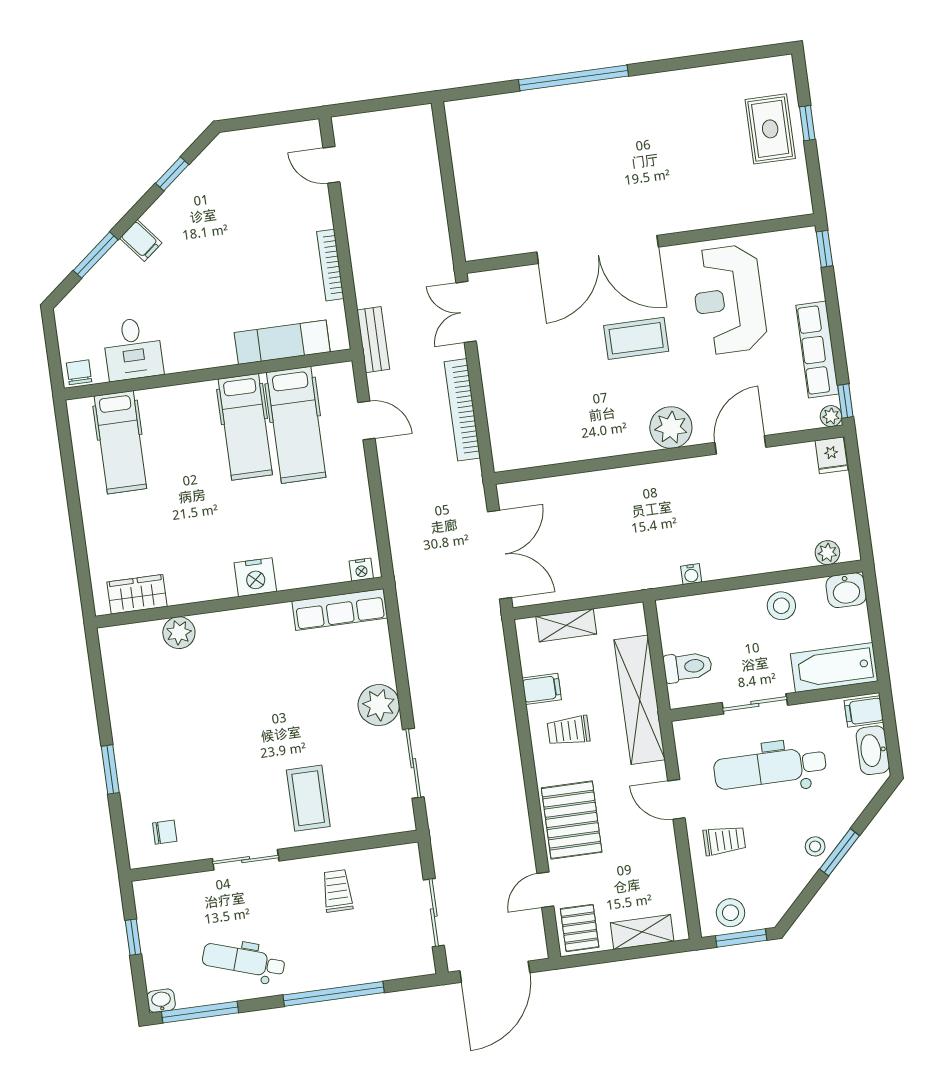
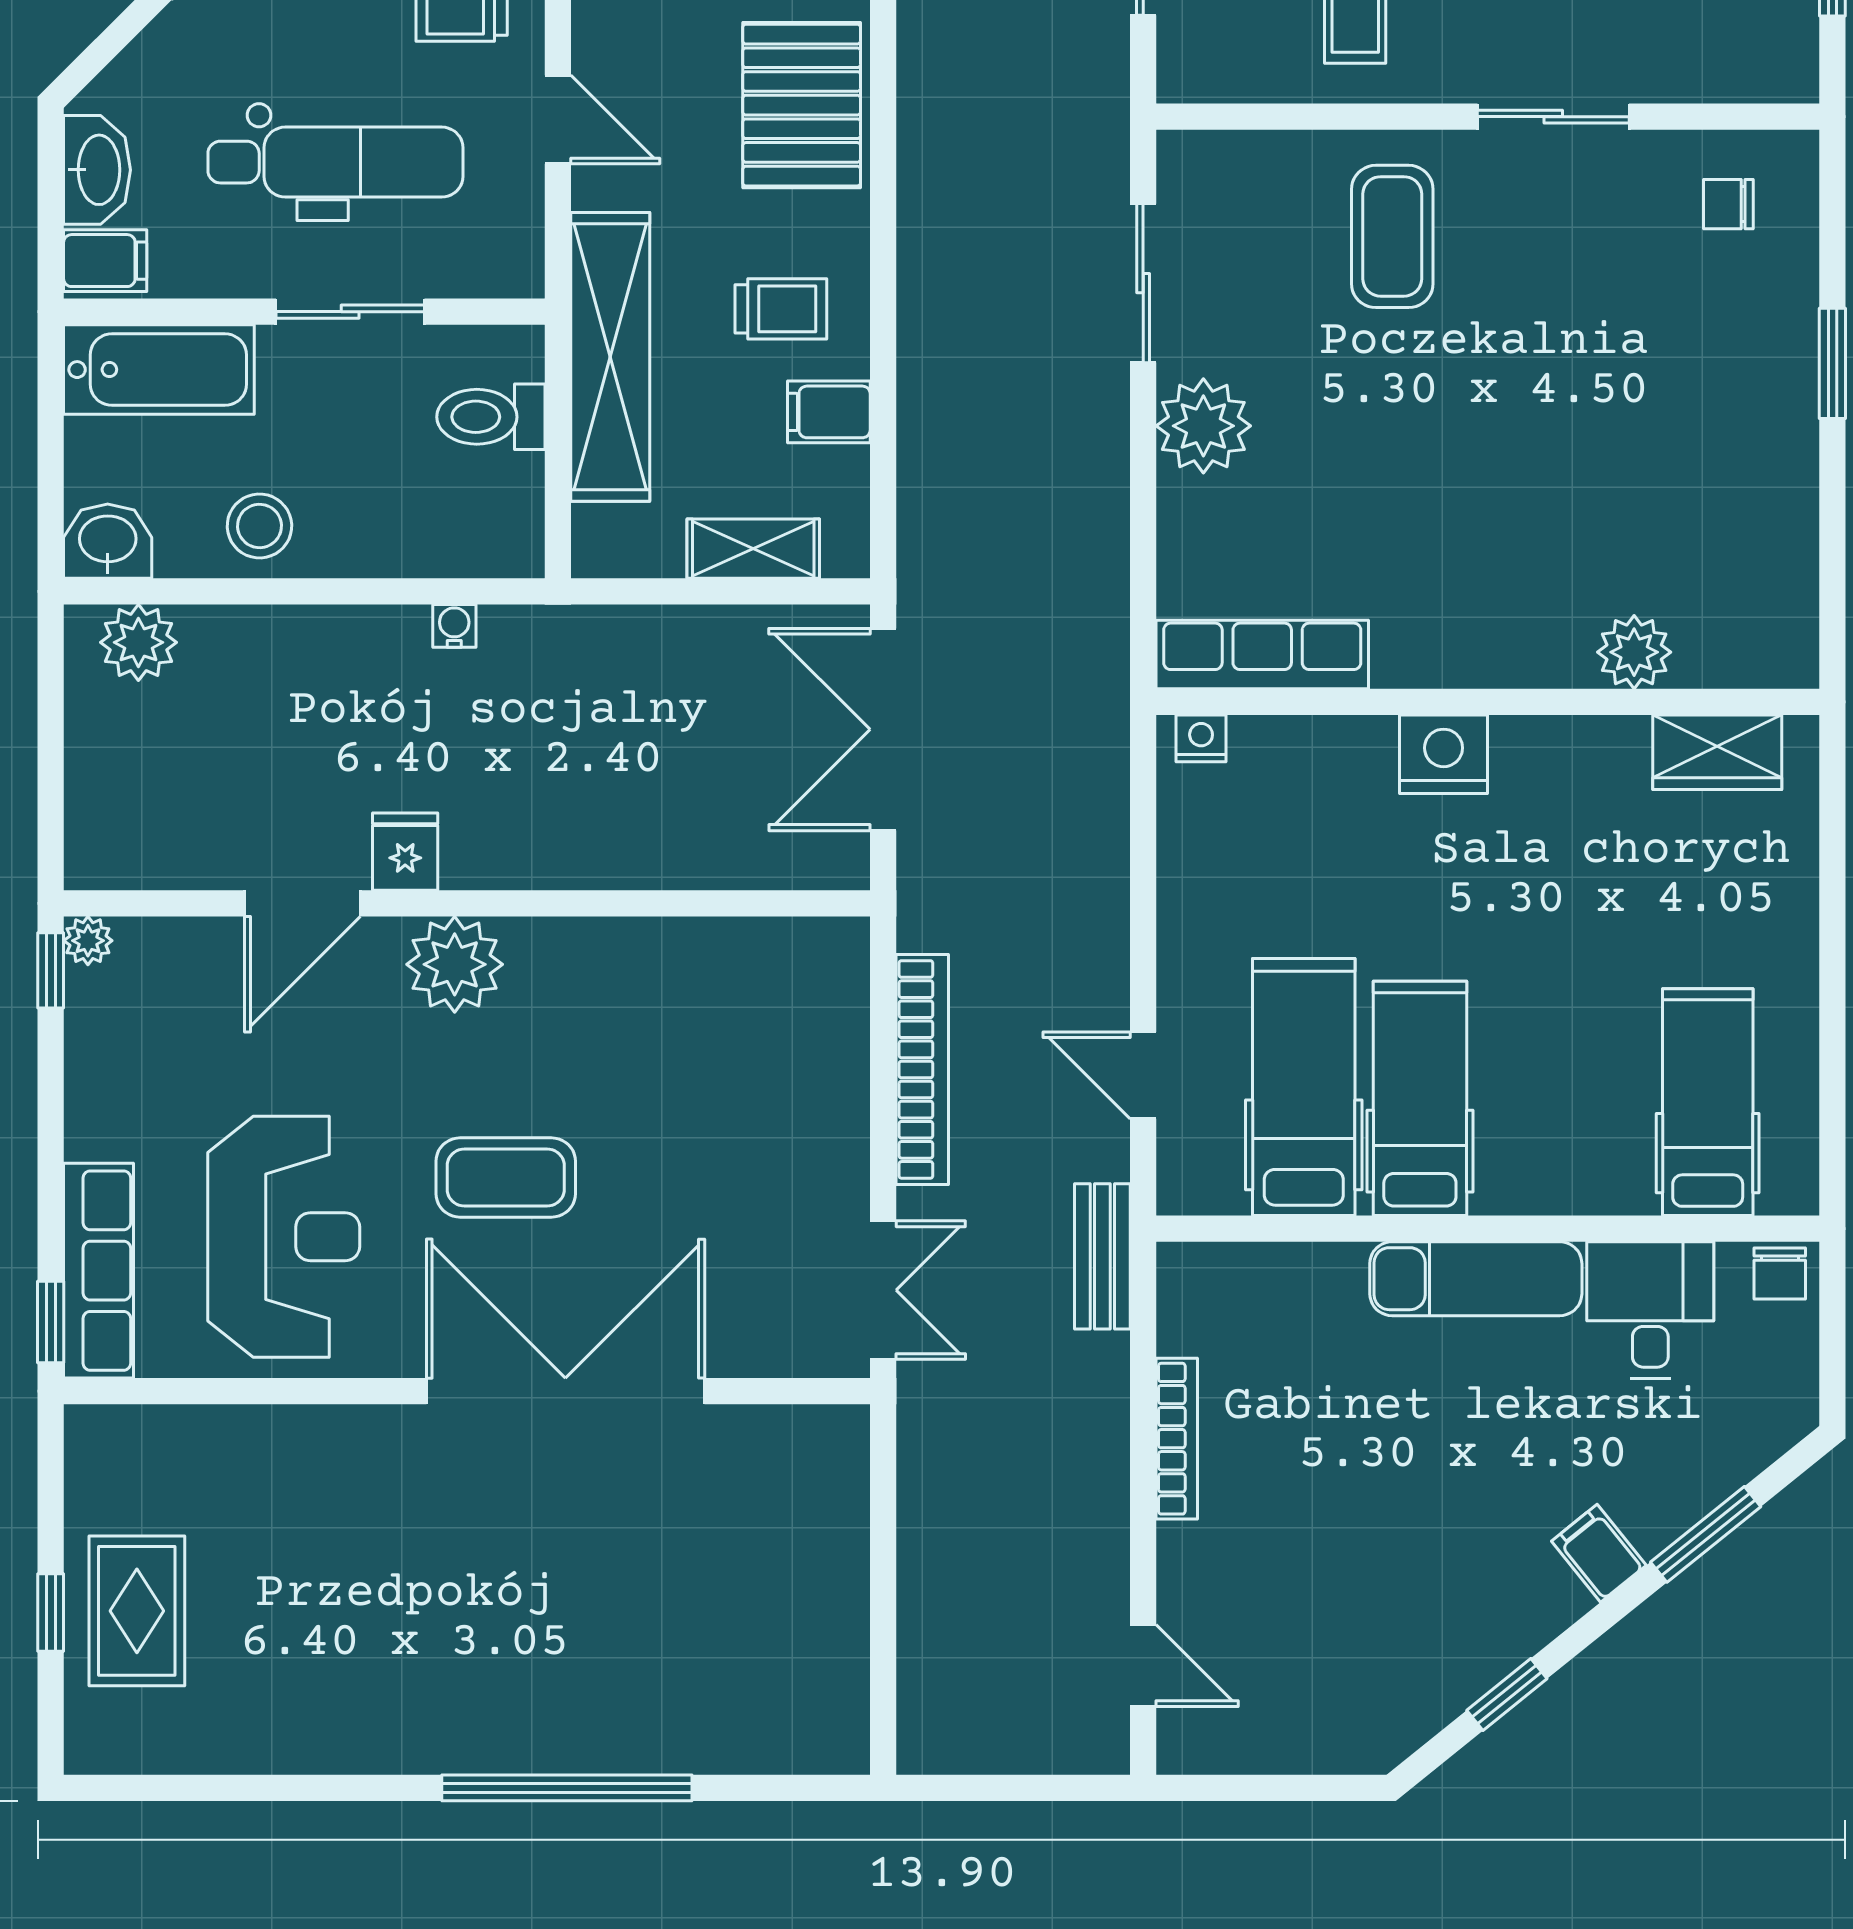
exam couch: (282, 342) -> (1476, 1279), moved
row of seats: (817, 350) -> (99, 1271), moved
fridge: (831, 455) -> (405, 852), moved
plant: (827, 553) -> (138, 642), width x1.38, depth x1.38

